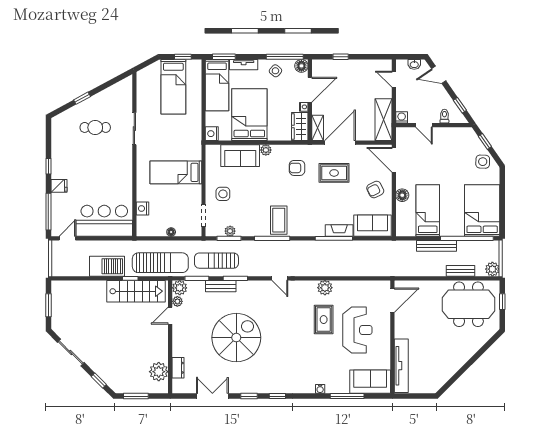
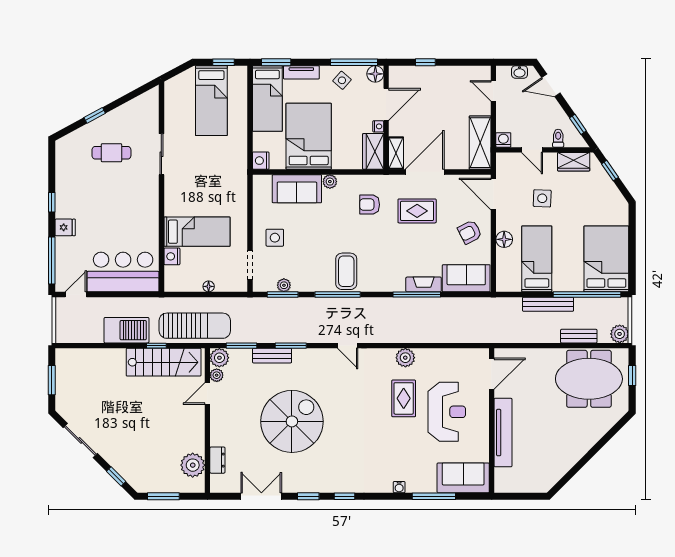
wardrobe: (457, 135) -> (574, 162), added
side table: (483, 162) -> (542, 198), moved
bed: (176, 172) -> (197, 232), moved, turned 180
sun lounger: (216, 261) -> (267, 323), removed
tv unit: (401, 366) -> (503, 433), moved

